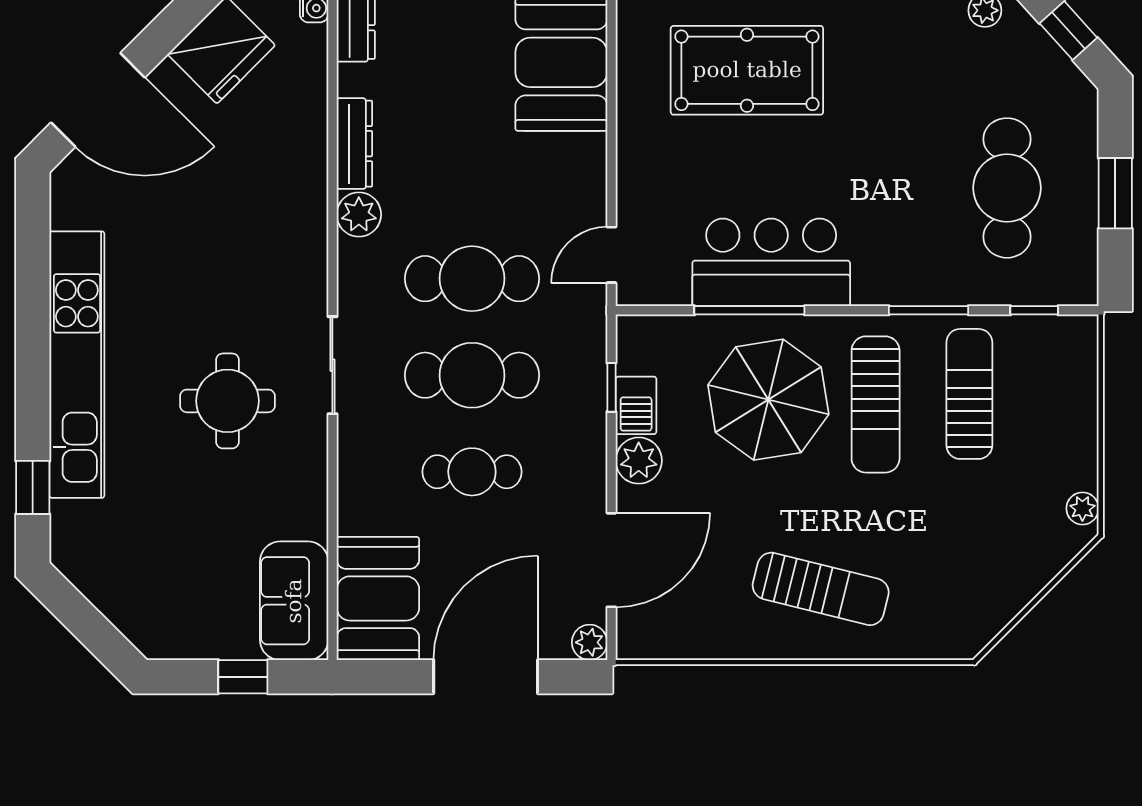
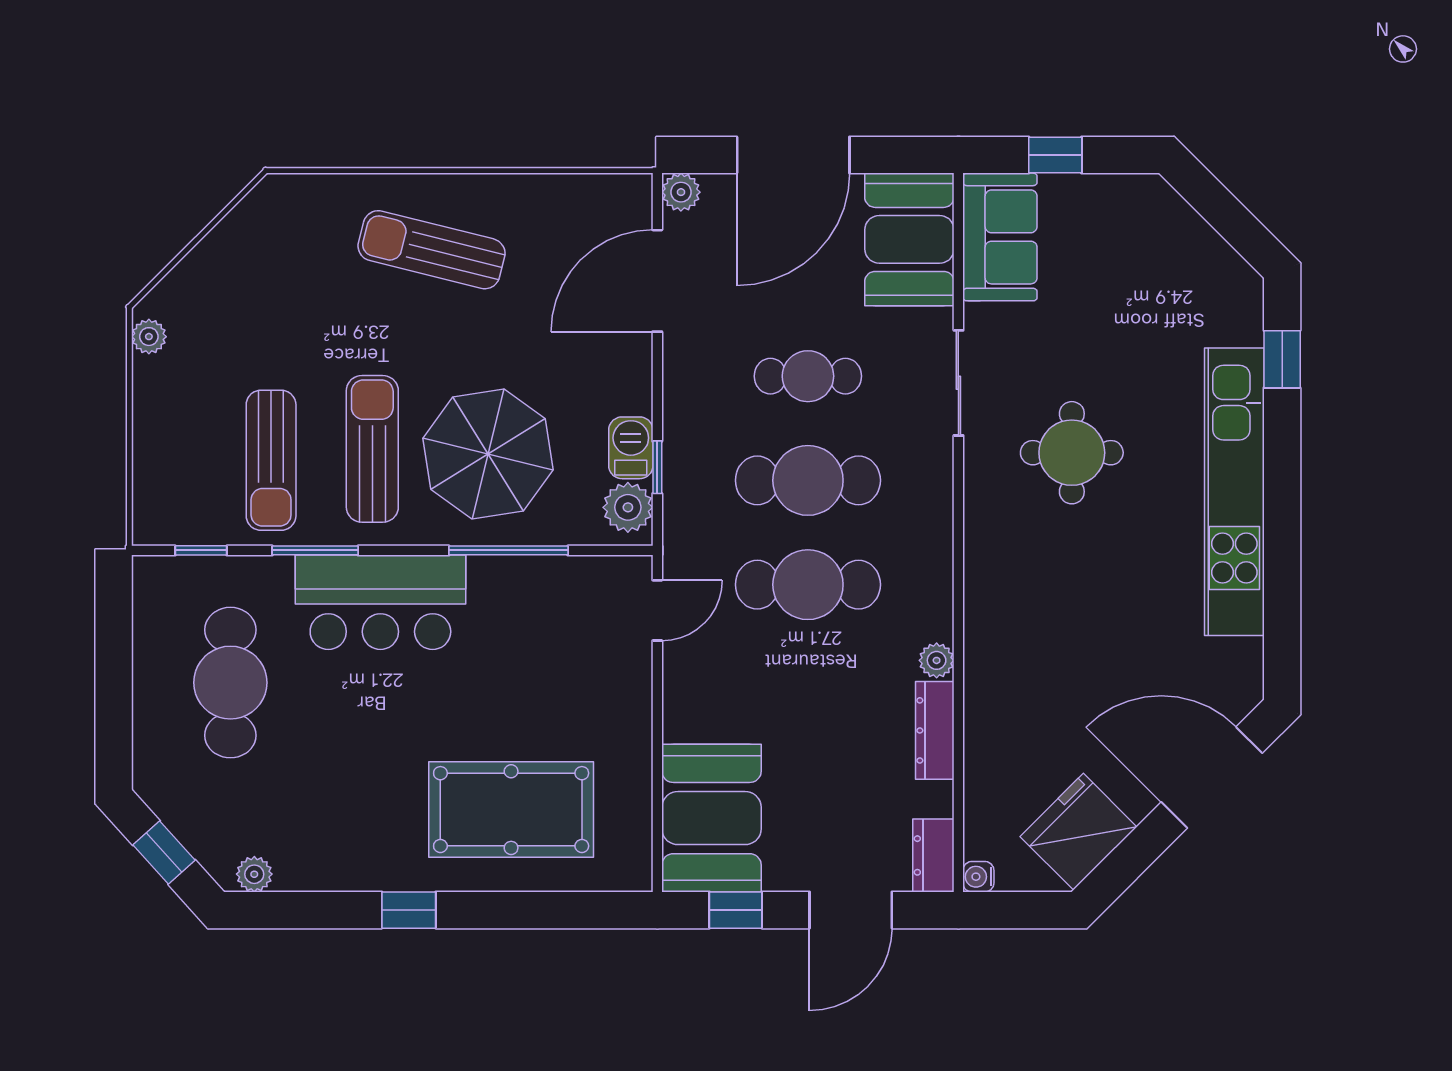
window: (1115, 193) -> (114, 677), removed
plant: (359, 215) -> (937, 660), width x0.73, depth x0.73
bar counter: (771, 262) -> (380, 602), moved
sliding door: (332, 365) -> (958, 383), moved
plant: (639, 461) -> (628, 507), moved

